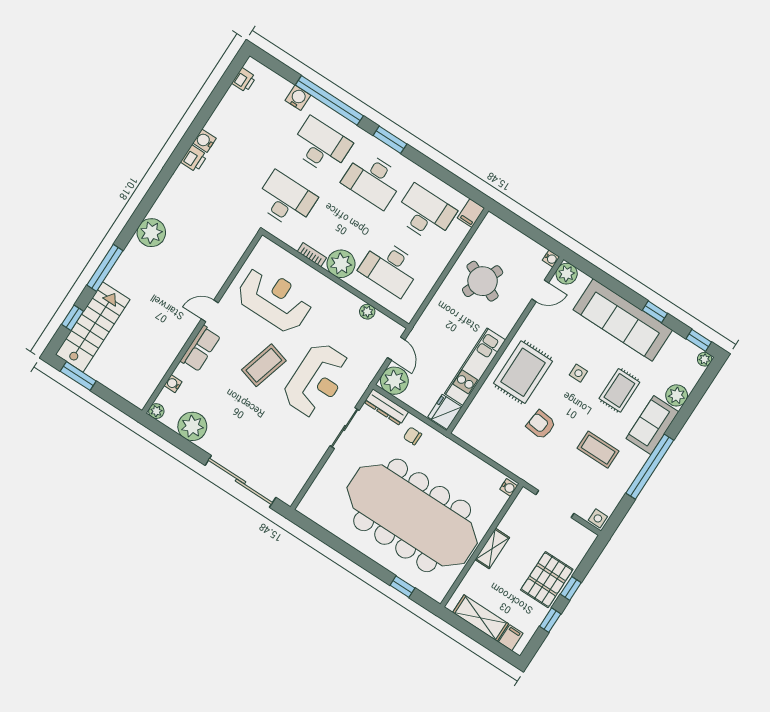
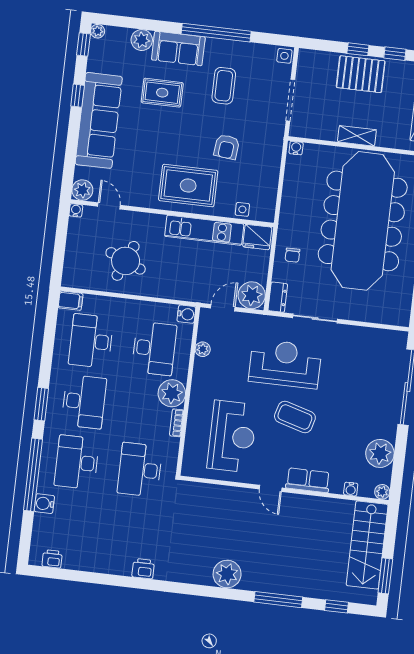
water cooler: (204, 141) -> (186, 314), moved, turned -90
reception desk: (275, 299) -> (232, 436), turned 180
stairs: (93, 327) -> (367, 545), moved, turned -90
side table: (578, 373) -> (242, 209), moved
dresser: (386, 407) -> (278, 297), width x0.70

